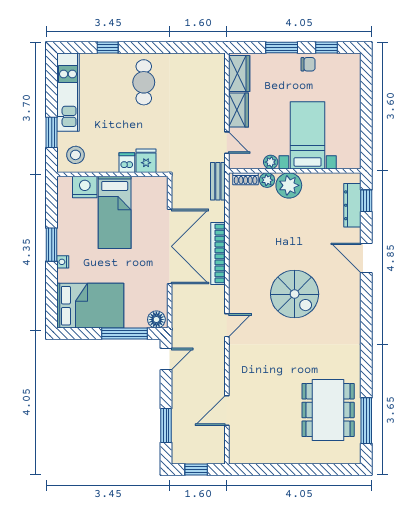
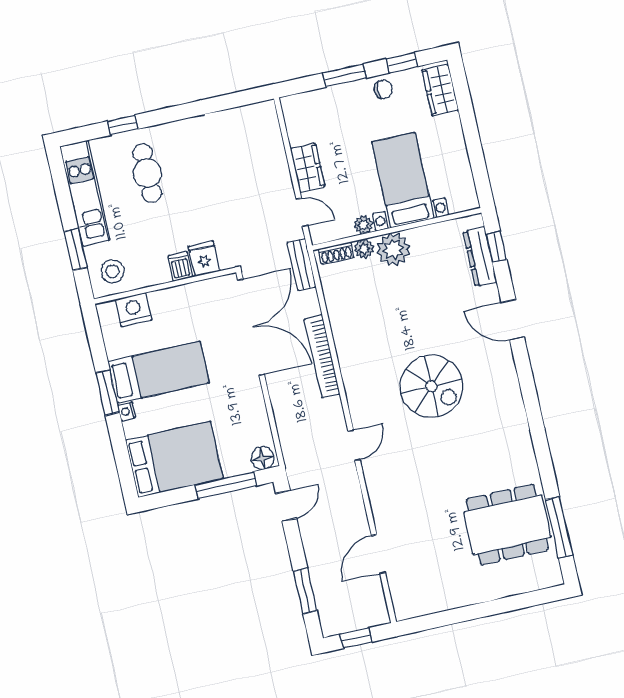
wardrobe: (239, 73) -> (440, 90), moved, turned 180
cafe table: (144, 82) -> (147, 173), moved
bed: (115, 212) -> (159, 372), moved, turned -90
double door: (170, 246) -> (251, 327), moved
dining table: (328, 410) -> (507, 525), turned 90

